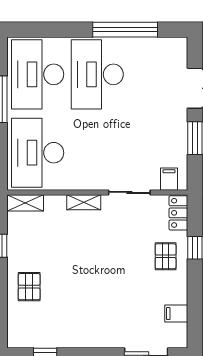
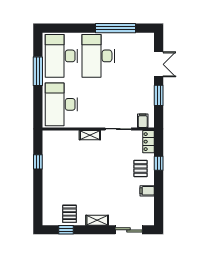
shelving: (25, 203) -> (97, 220), moved
pallet: (29, 287) -> (69, 214), moved
filing cabinet: (176, 314) -> (147, 191), moved

